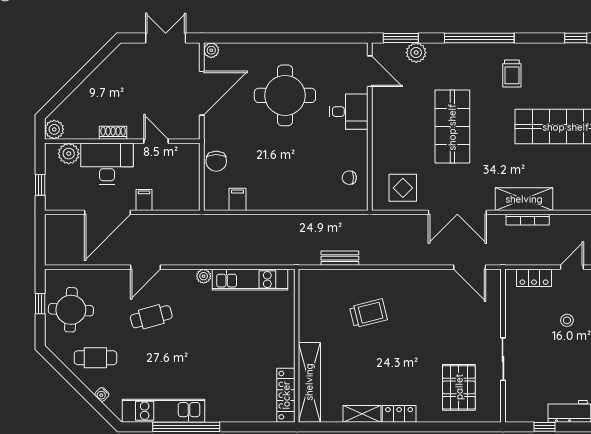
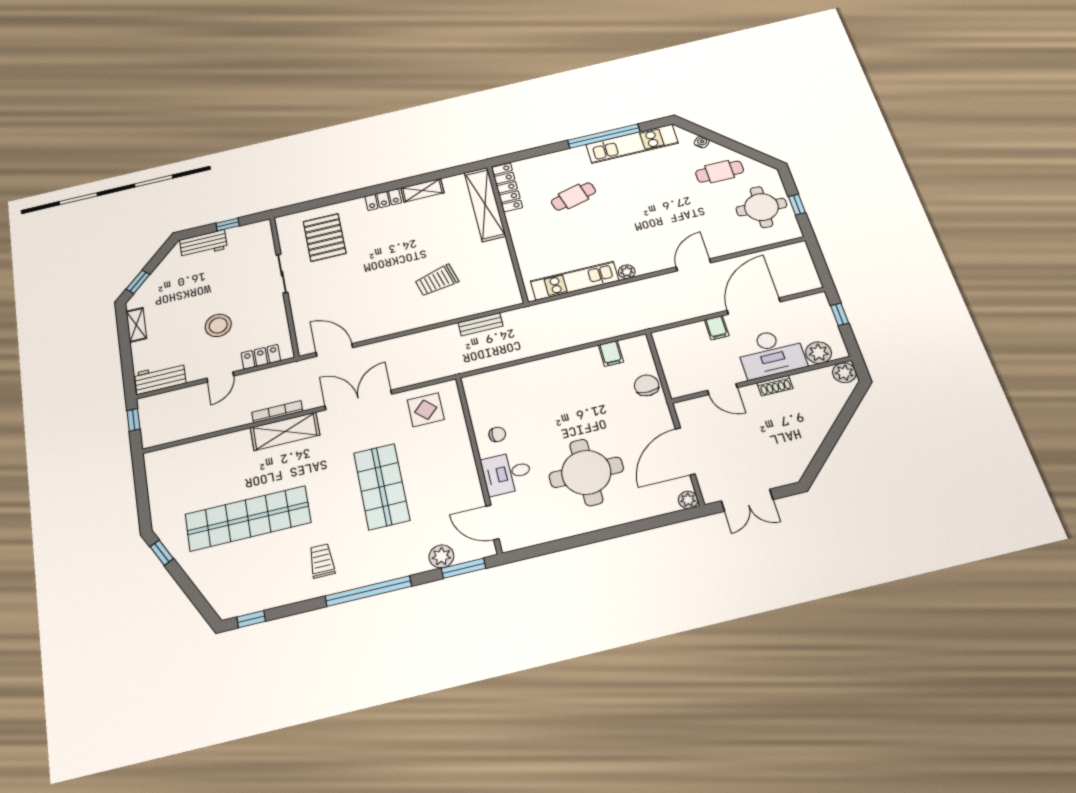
chair: (349, 178) -> (497, 434), moved
cafe table: (151, 317) -> (573, 196), moved
stool: (567, 320) -> (218, 325), width x1.89, depth x1.89

